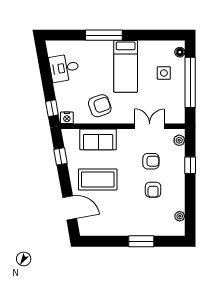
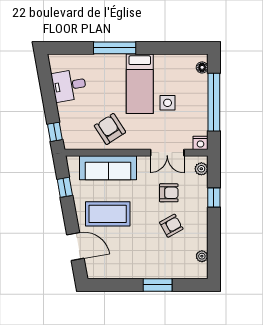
side table: (164, 73) -> (168, 103), moved
armchair: (100, 106) -> (110, 129), turned -104
nightstand: (67, 118) -> (200, 143), moved
double door: (150, 126) -> (167, 153), swing flipped
sofa: (98, 139) -> (108, 168), width x1.36
armchair: (153, 190) -> (171, 226), turned -119

